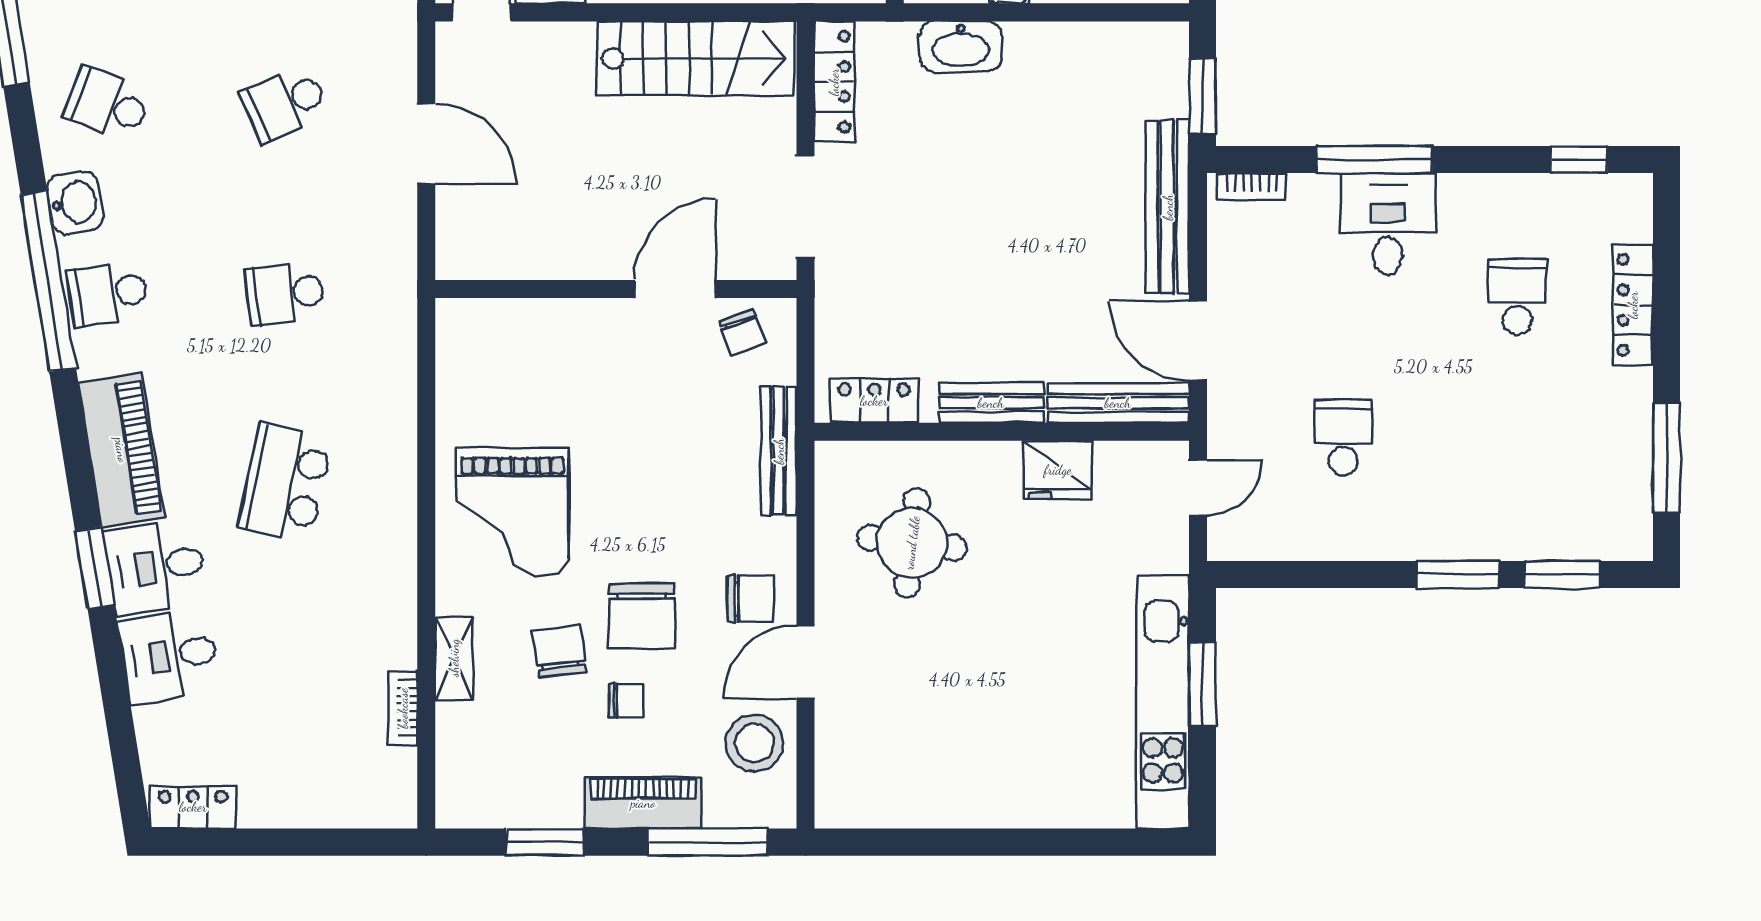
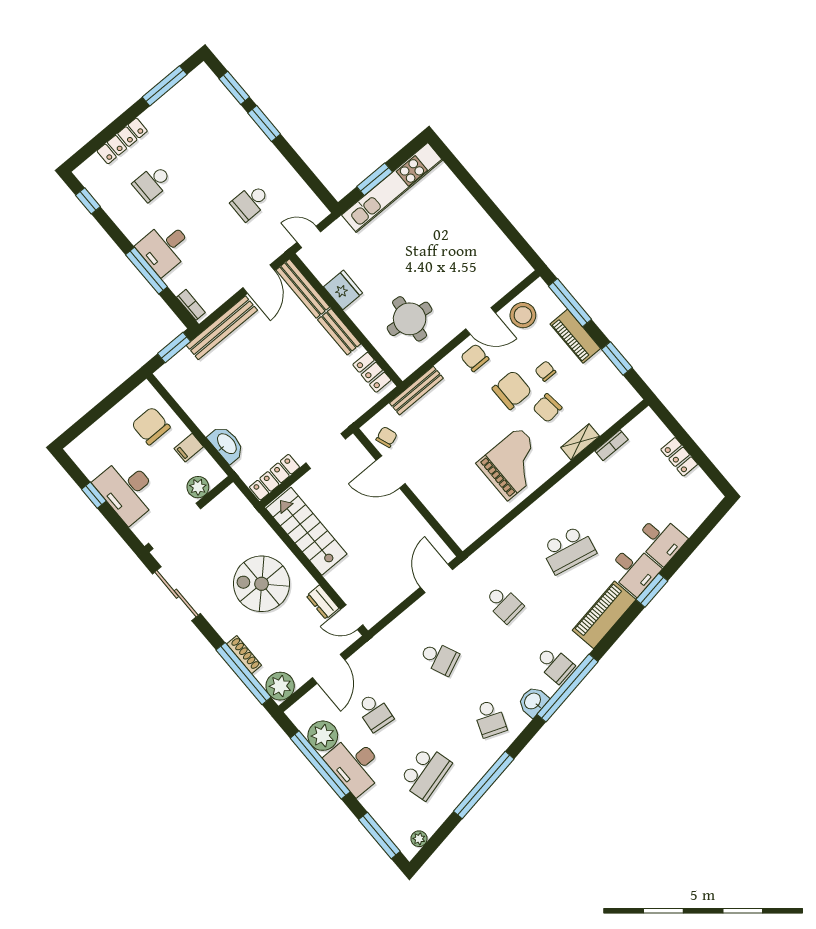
door: (426, 144) -> (437, 578), moved
locker: (193, 807) -> (679, 457), moved

